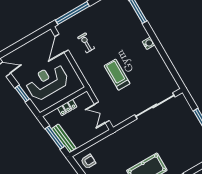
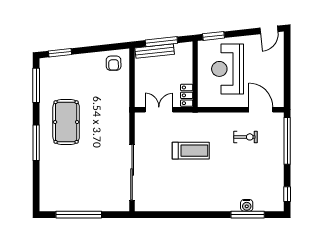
water cooler: (149, 43) -> (247, 205), moved
reception desk: (47, 82) -> (228, 69), turned 180
window: (22, 94) -> (214, 36), moved
locker: (67, 107) -> (187, 95), moved

